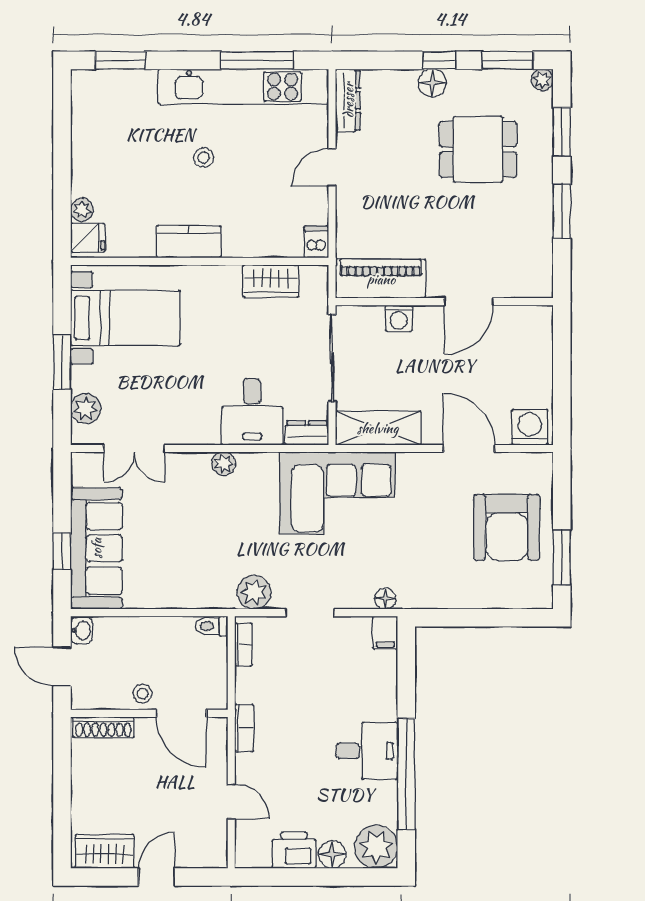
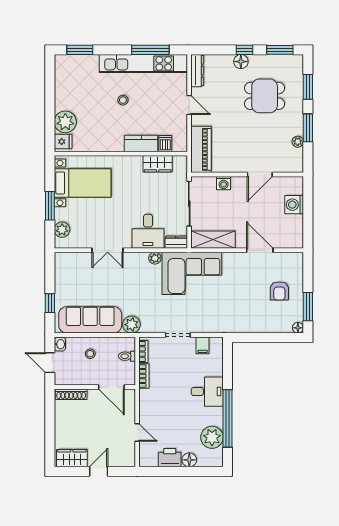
plant: (542, 80) -> (298, 142), moved
door: (332, 167) -> (189, 105), swing flipped
plant: (82, 210) -> (65, 122), width x1.87, depth x1.87
kitchen counter: (189, 242) -> (141, 144), moved
dishwasher: (316, 242) -> (165, 144), moved
piano: (381, 279) -> (201, 149), moved, turned 90
washing machine: (530, 427) -> (294, 205), moved, turned -90
double door: (134, 448) -> (108, 250), moved
plant: (224, 464) -> (155, 258), moved
armchair: (507, 527) -> (279, 291), width x0.53, depth x0.53
sofa: (96, 548) -> (90, 320), moved, turned -90
plant: (254, 592) -> (131, 325), moved
floor lamp: (385, 599) -> (298, 328), moved
toilet: (212, 626) -> (127, 356), moved
filing cabinet: (385, 633) -> (203, 345), moved
stool: (143, 694) -> (90, 354), moved
bookcase: (244, 728) -> (144, 376), moved
desk: (367, 751) -> (207, 392), moved
plant: (376, 847) -> (212, 437), moved

